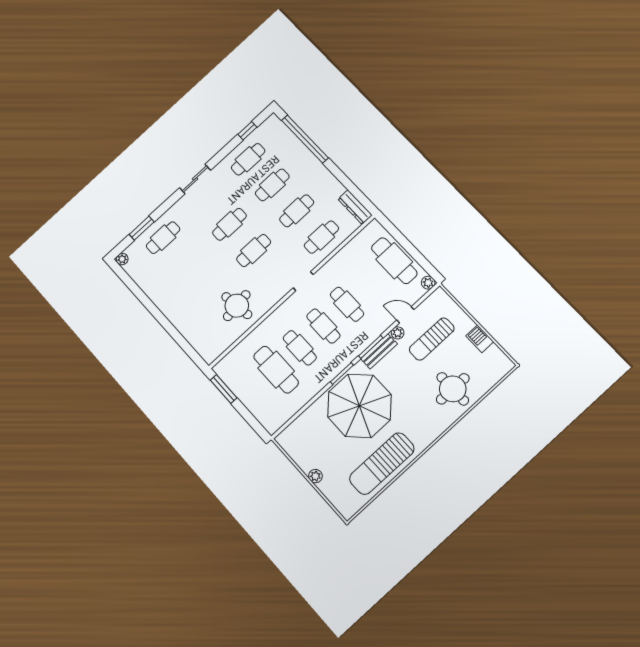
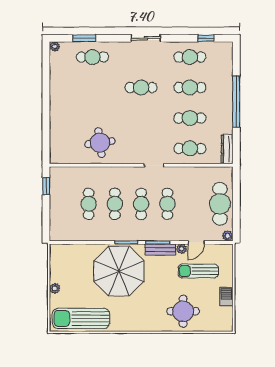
window: (305, 139) -> (236, 102), moved
cafe table: (254, 250) -> (141, 118), removed
door: (405, 315) -> (196, 242), swing flipped
cafe table: (276, 370) -> (89, 204), width x0.73, depth x0.74
window: (224, 389) -> (46, 186), width x0.67
sun lounger: (382, 464) -> (81, 318), moved

